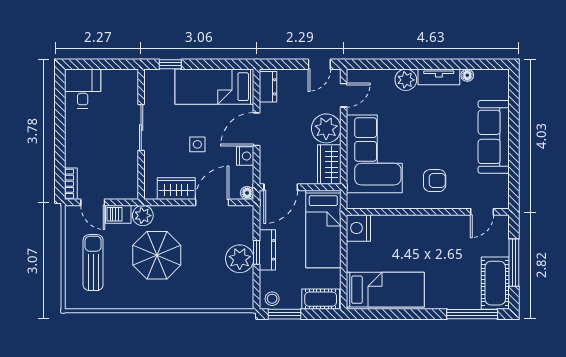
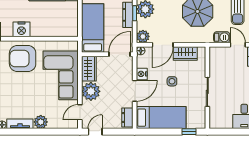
armchair: (435, 181) -> (23, 58), width x1.88, depth x1.88
plant: (143, 216) -> (143, 36), moved
nightstand: (358, 228) -> (21, 29), moved, turned 90

